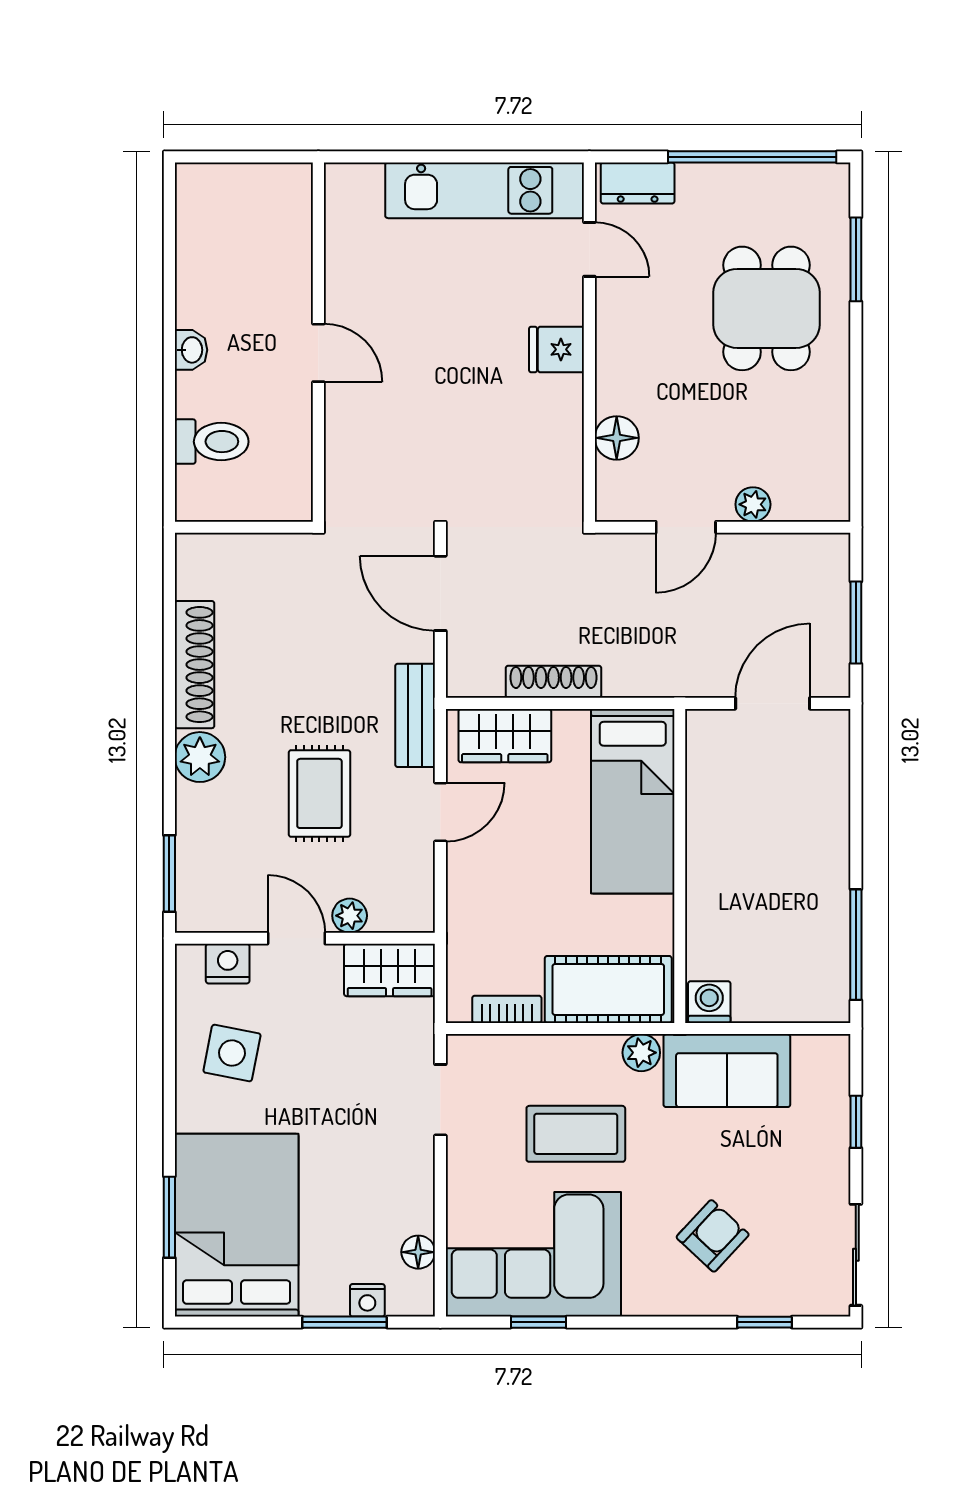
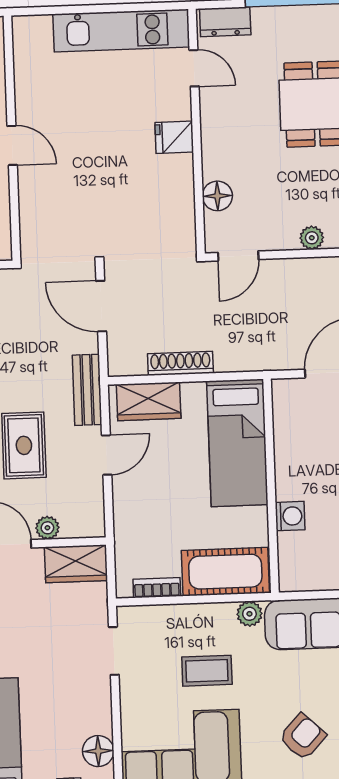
door: (686, 527) -> (238, 256), moved
washing machine: (709, 1002) -> (290, 516), moved, turned 90
coffee table: (576, 1134) -> (207, 671), width x0.73, depth x0.77
floor lamp: (418, 1252) -> (98, 751), width x1.37, depth x1.37

